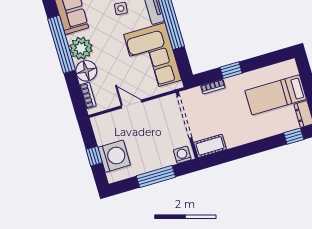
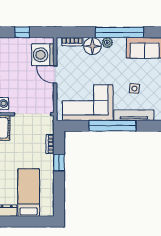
plant: (81, 48) -> (107, 43), width x0.53, depth x0.53
door: (131, 104) -> (55, 75), swing flipped
washing machine: (114, 156) -> (43, 55), moved, turned 90

